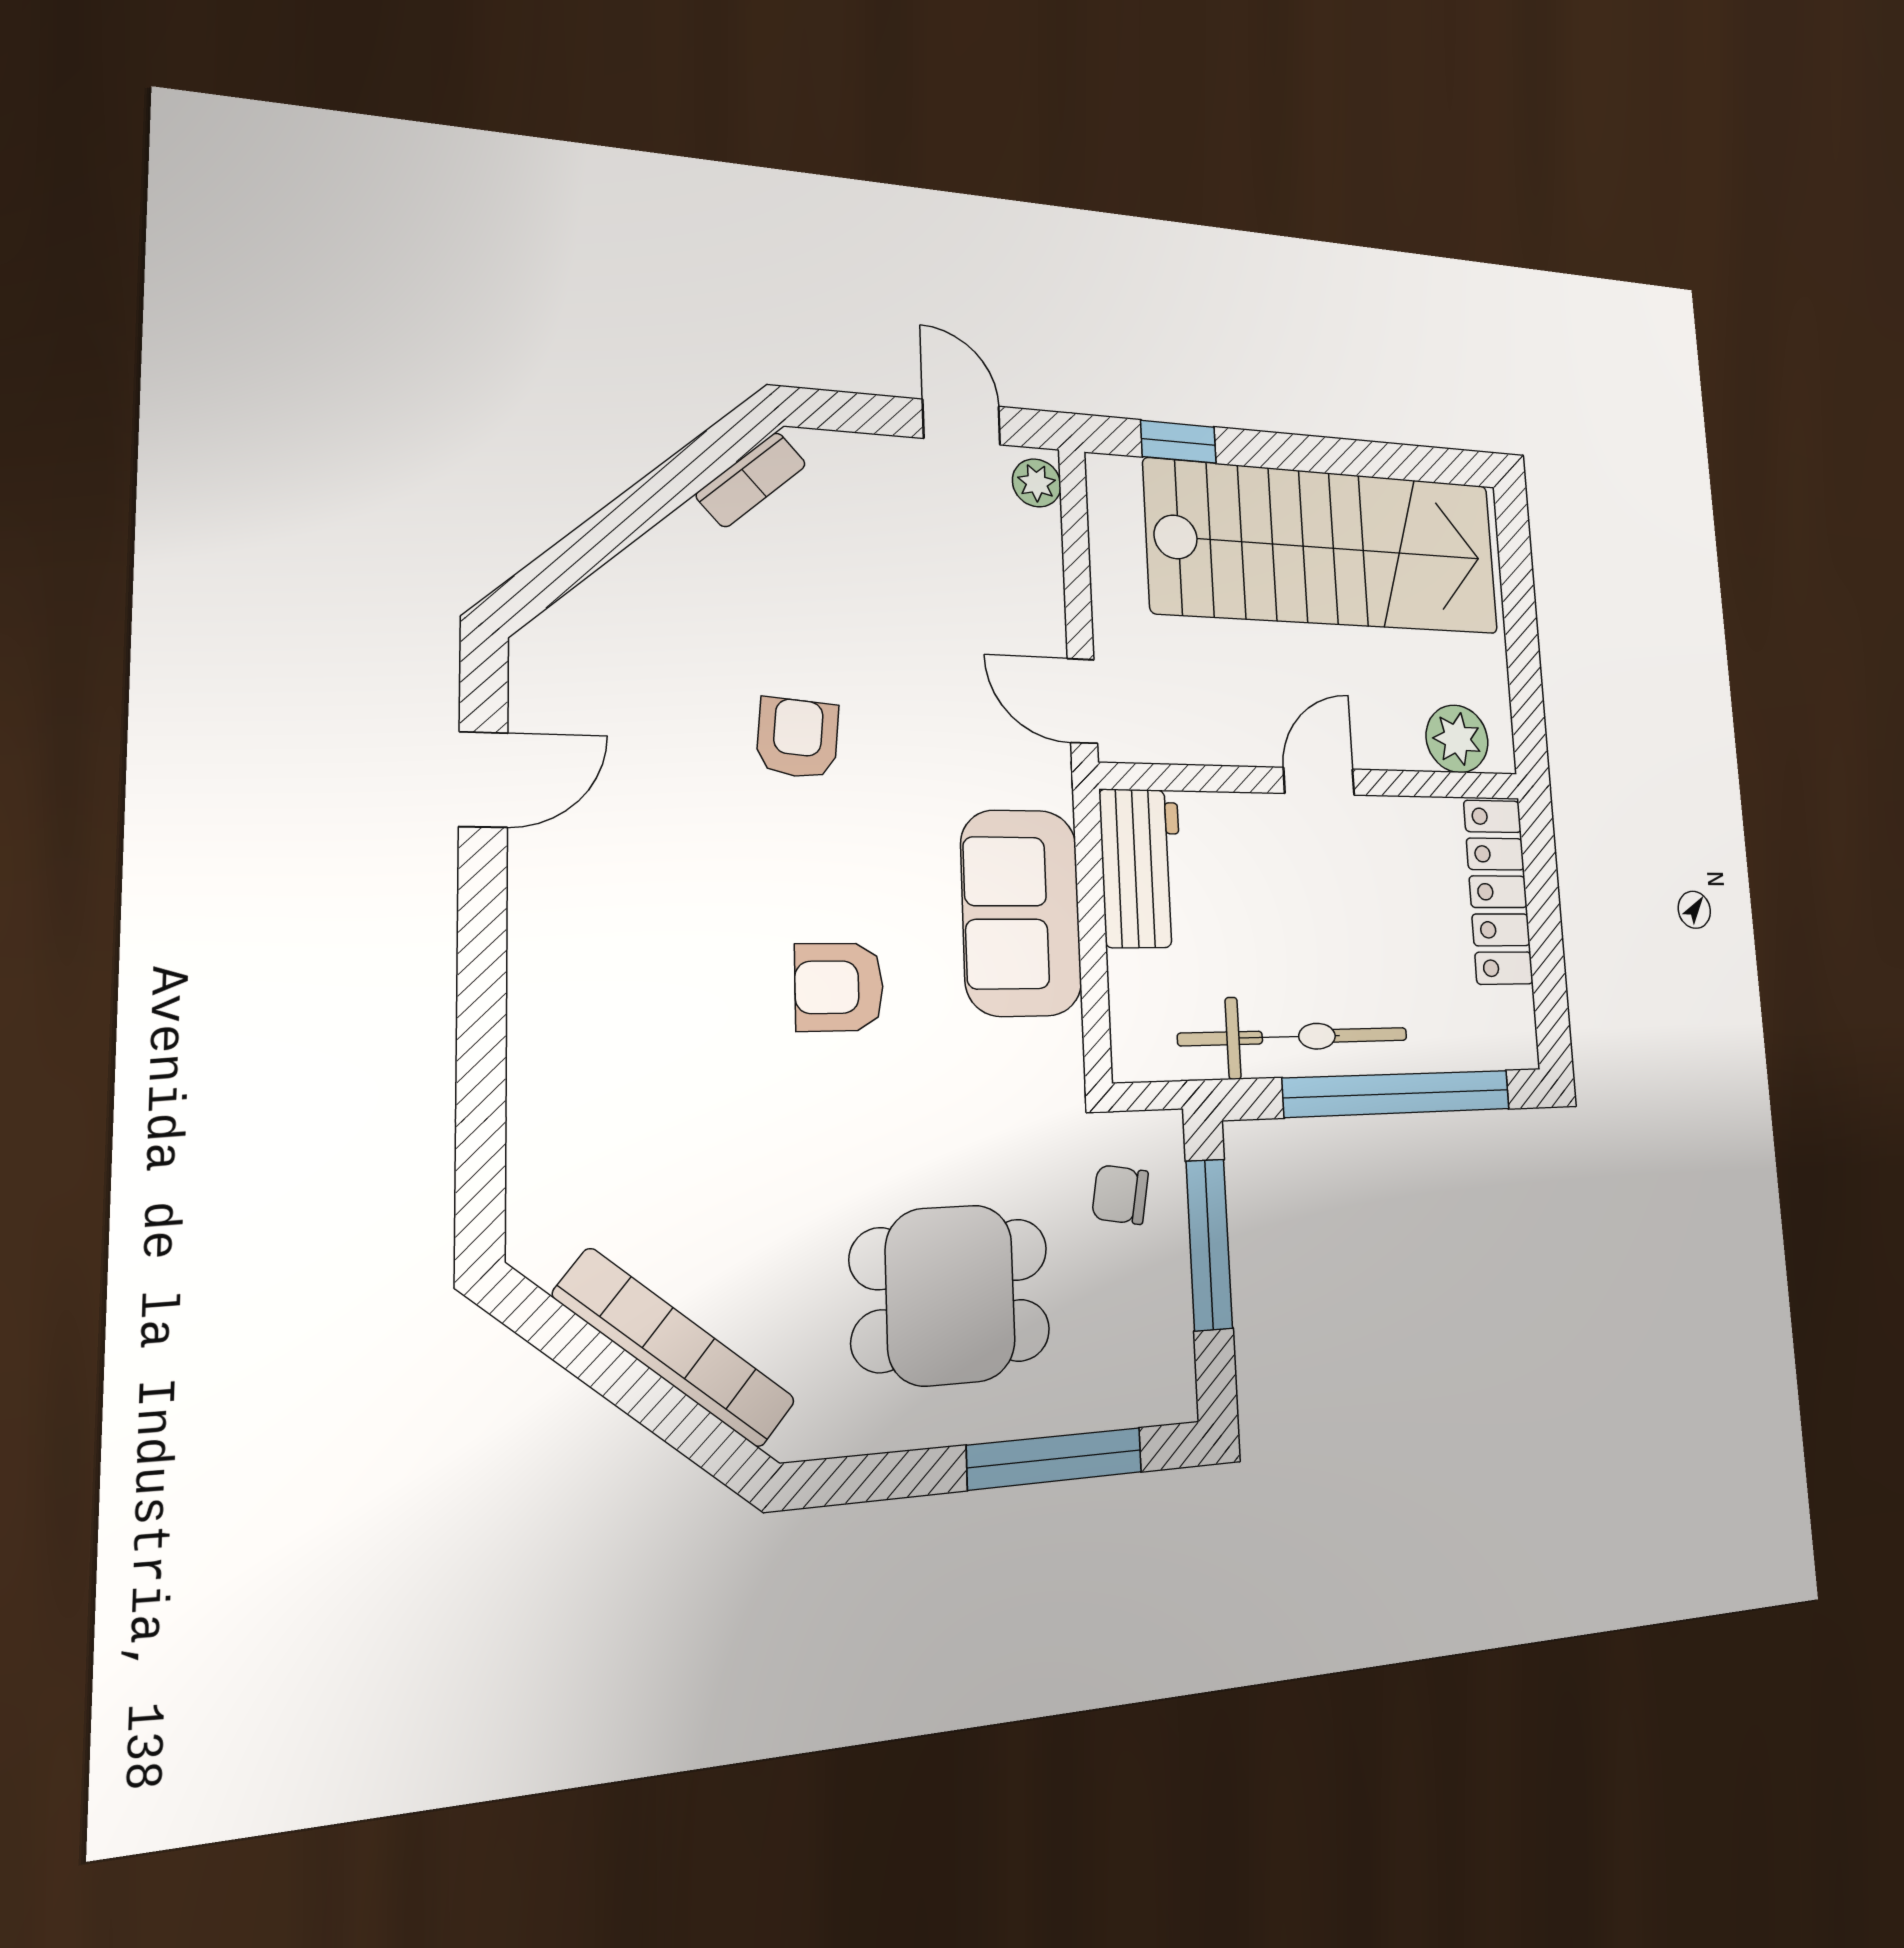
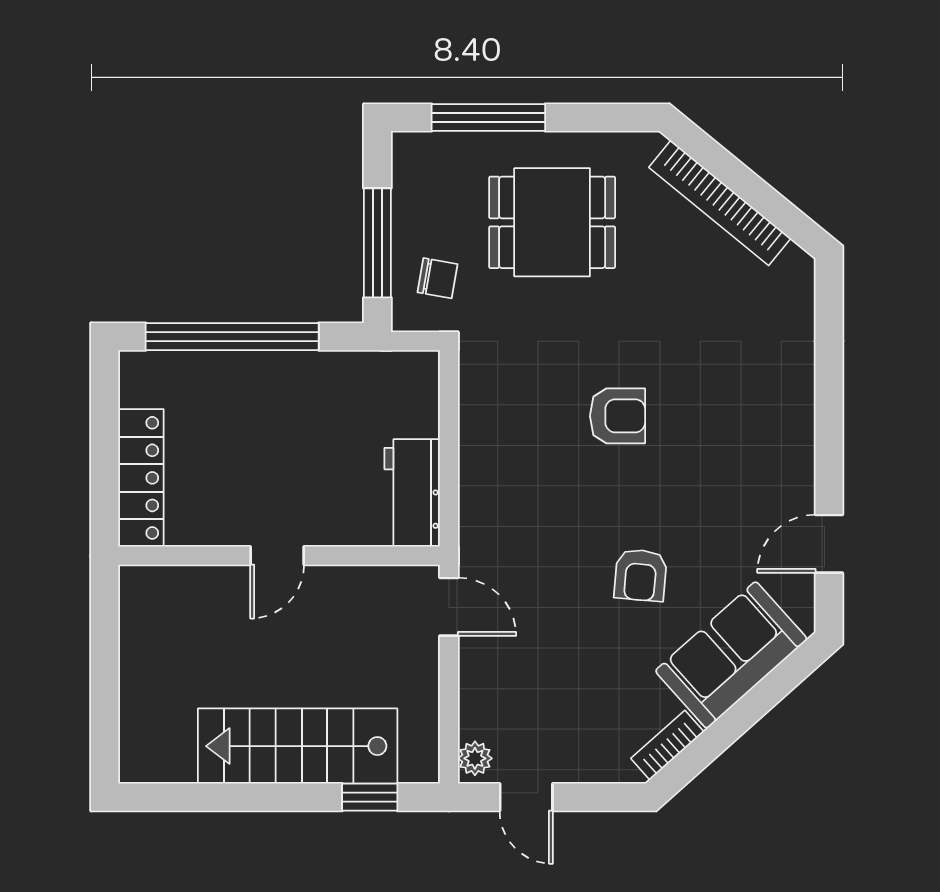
stairs: (1325, 548) -> (298, 746), width x0.73, depth x0.66
plant: (1457, 739) -> (165, 590), removed
sofa: (1021, 913) -> (731, 655), moved, turned -132
bicycle: (1294, 1037) -> (308, 378), removed

